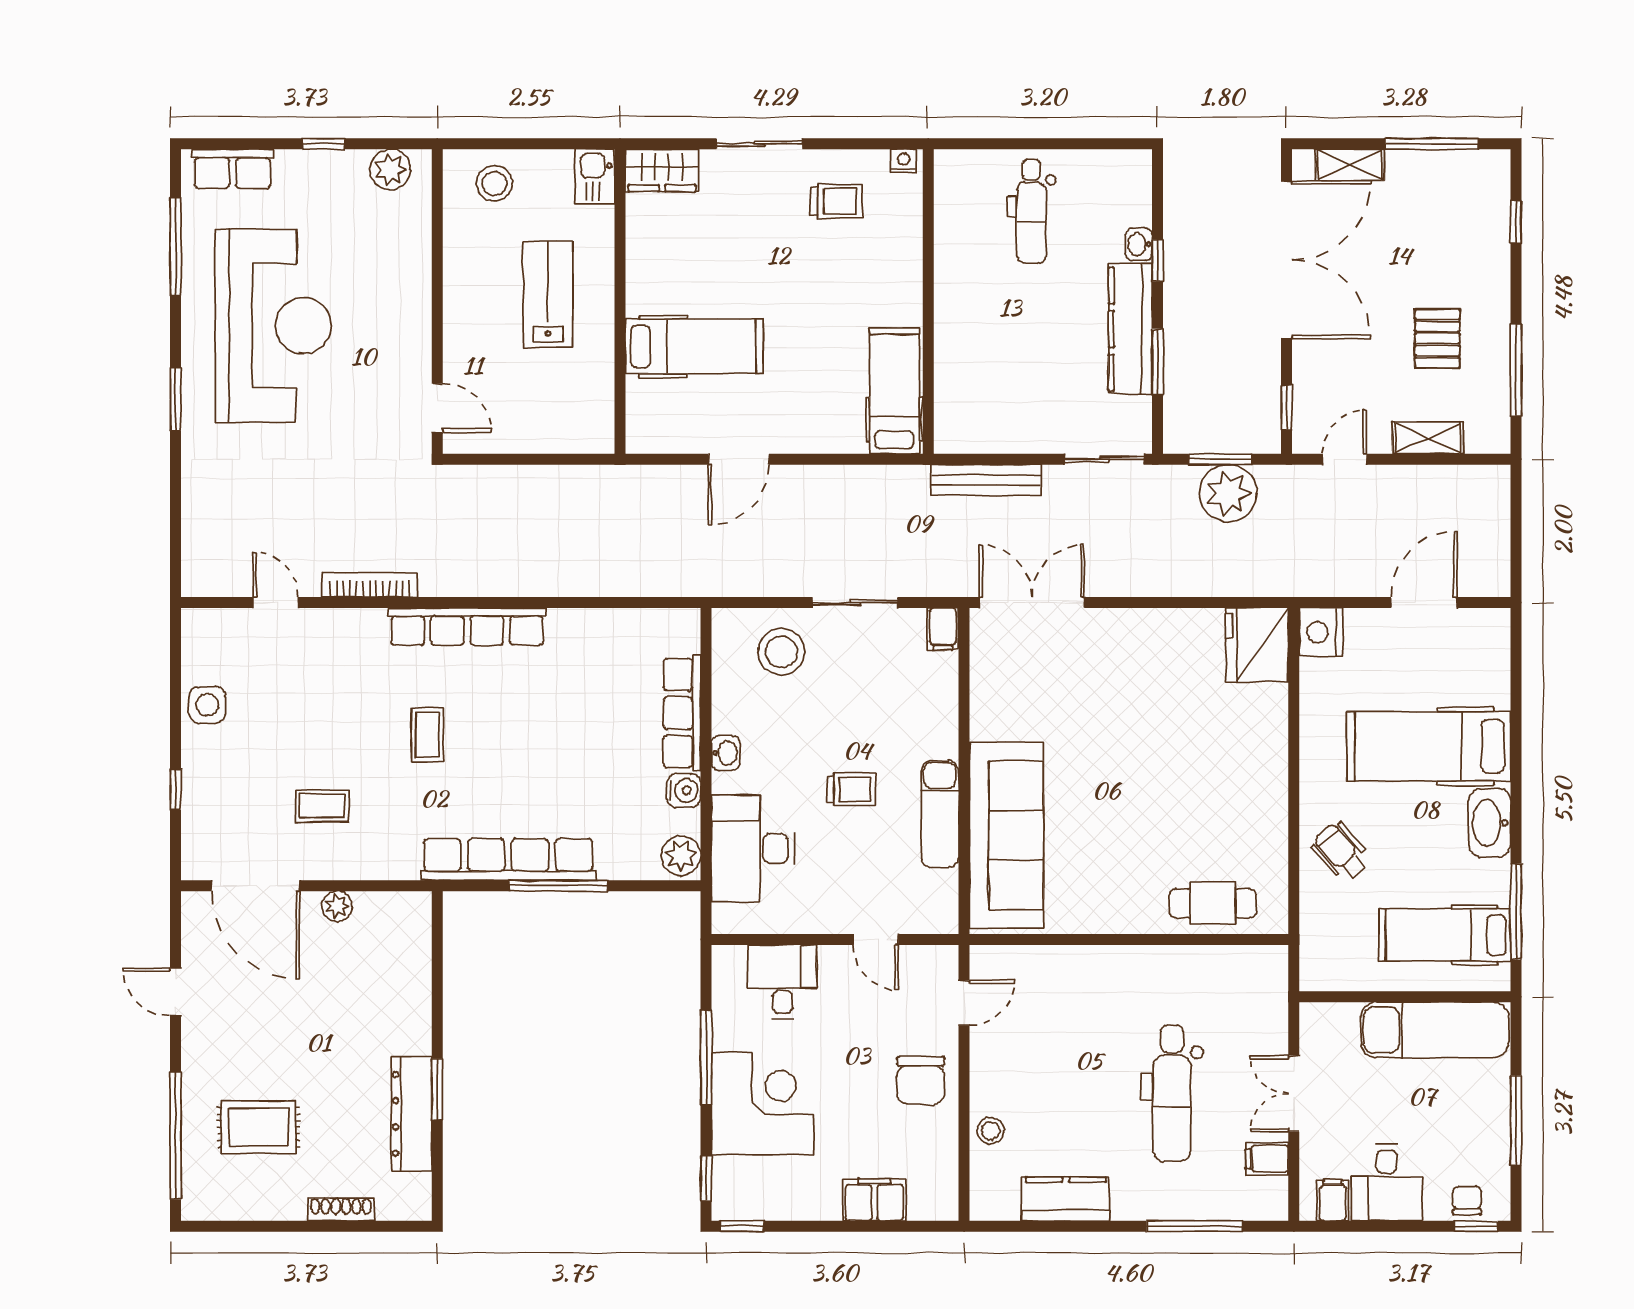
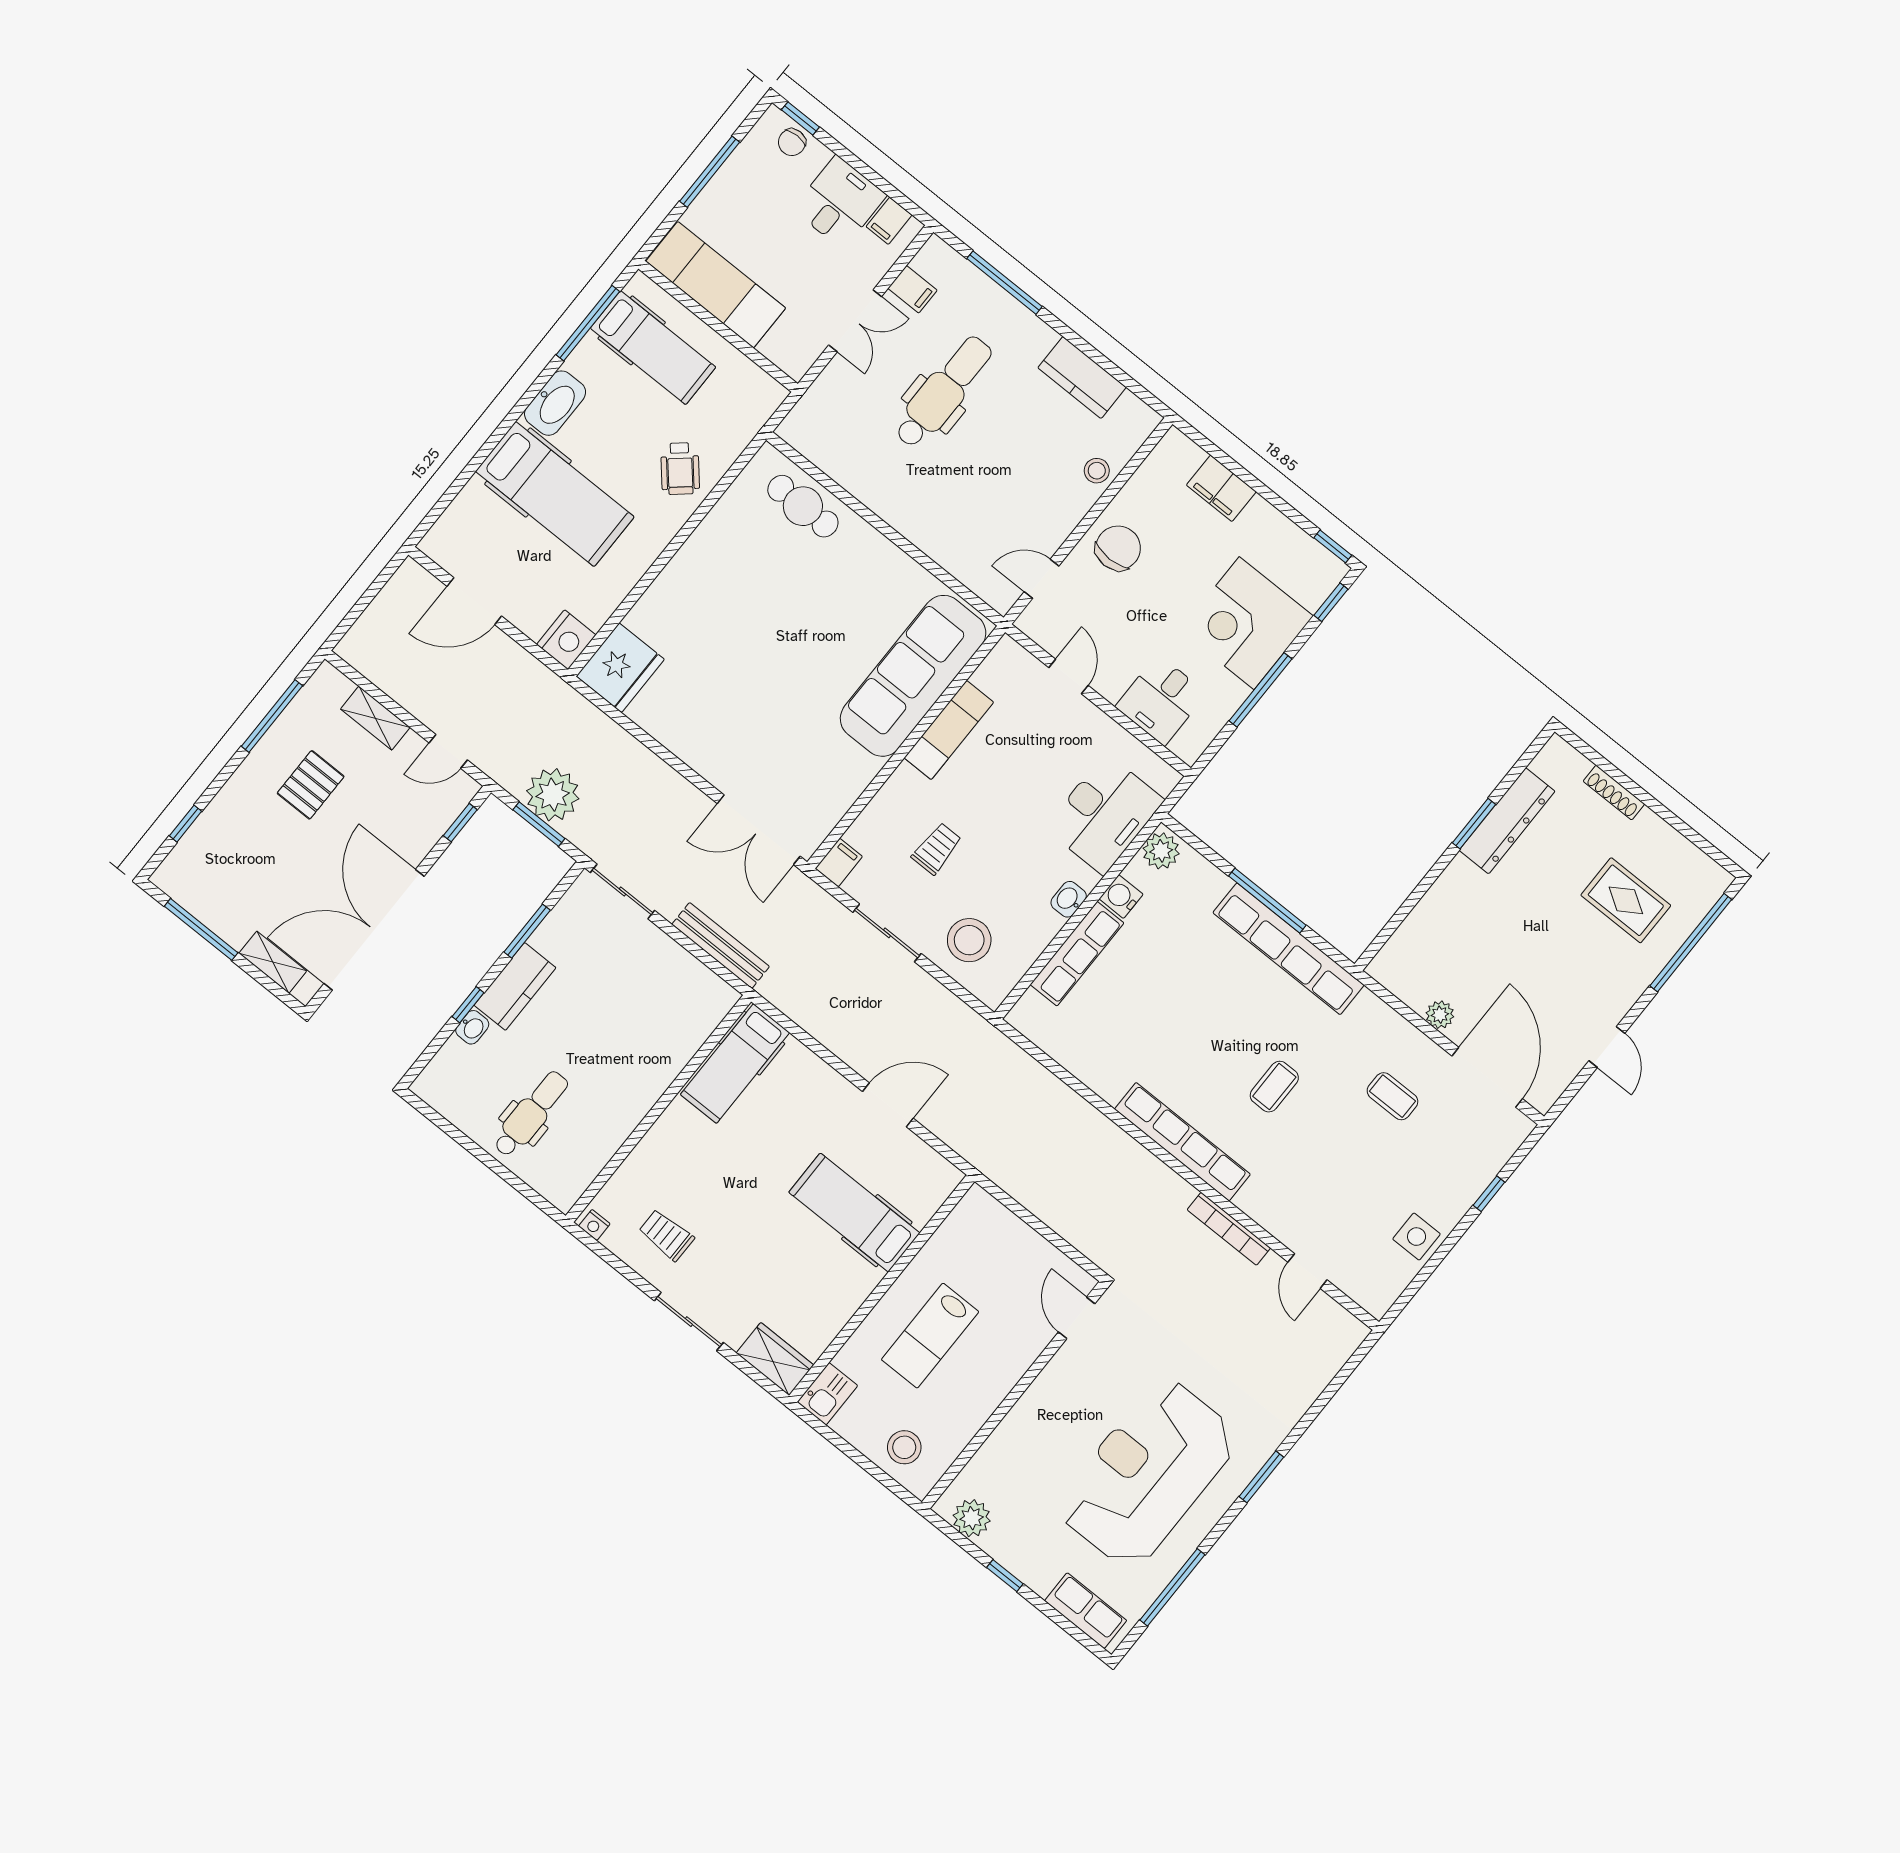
kitchen counter: (1130, 329) -> (515, 986), width x0.67
trolley: (852, 789) -> (937, 849), moved, turned 90

